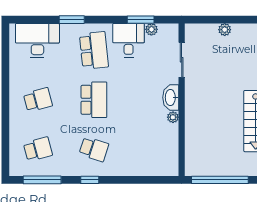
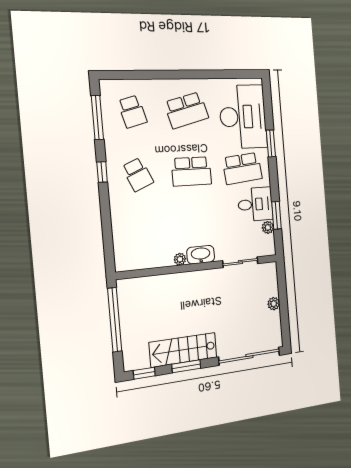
desk: (37, 40) -> (243, 117), width x1.36, depth x1.30
school desk: (38, 100) -> (186, 110), width x1.85
school desk: (94, 149) -> (138, 175), turned -42

